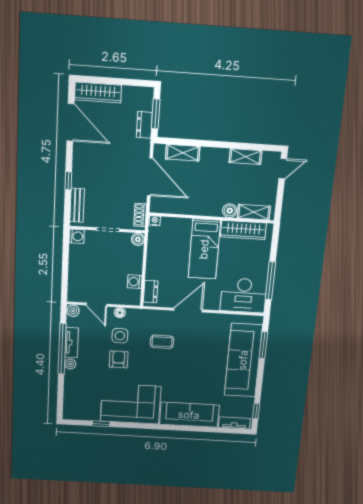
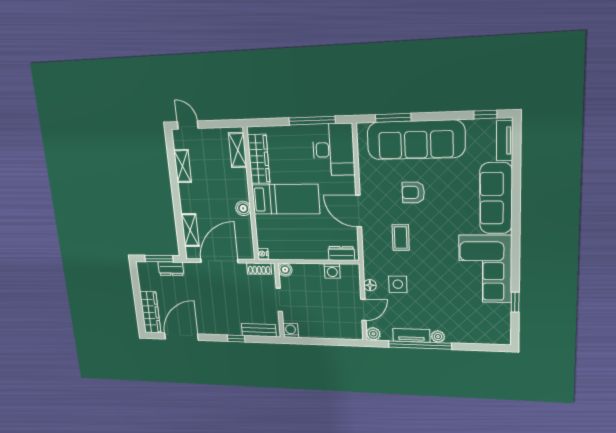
boiler: (230, 211) -> (243, 208), moved
armchair: (119, 359) -> (413, 192), moved

